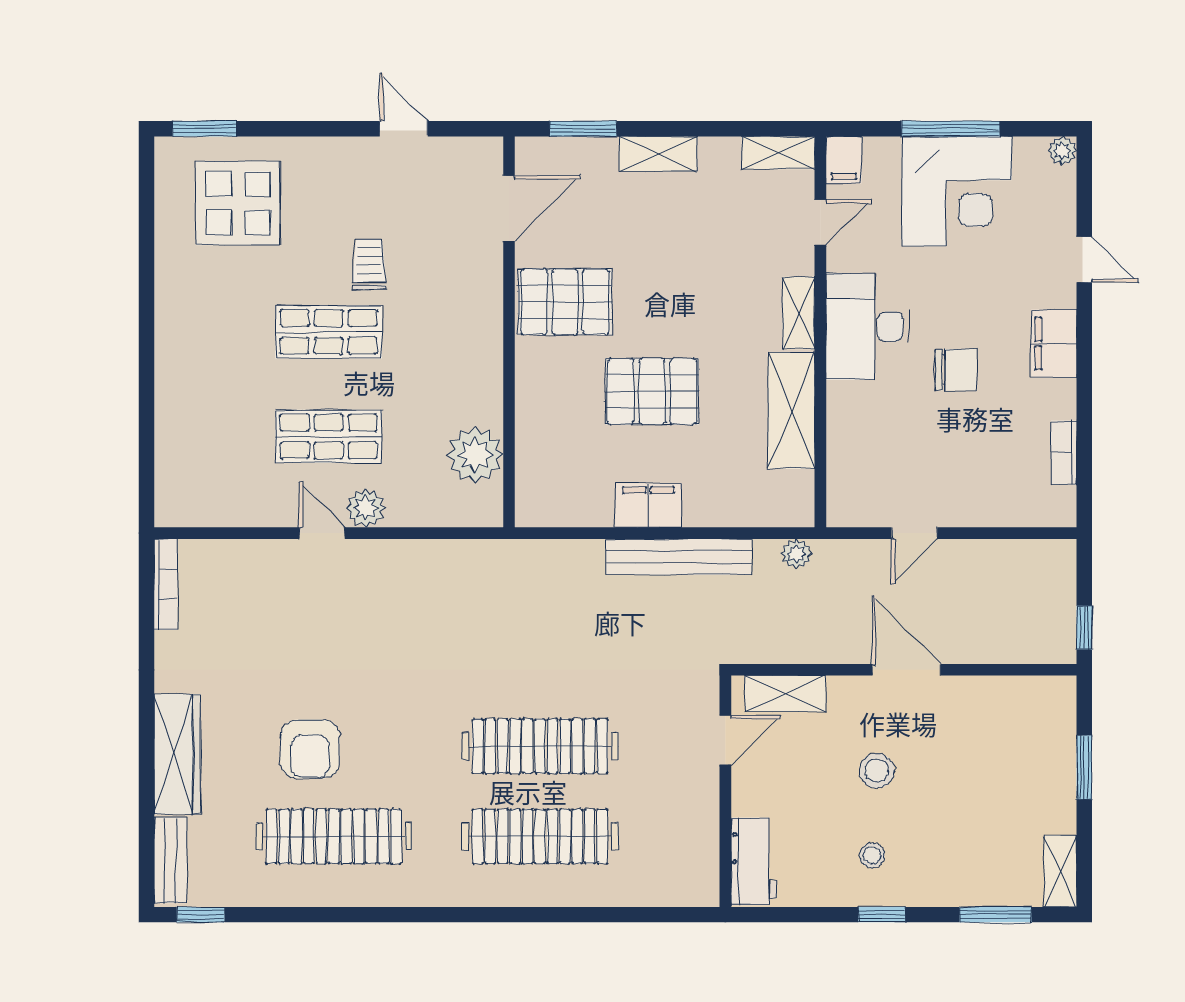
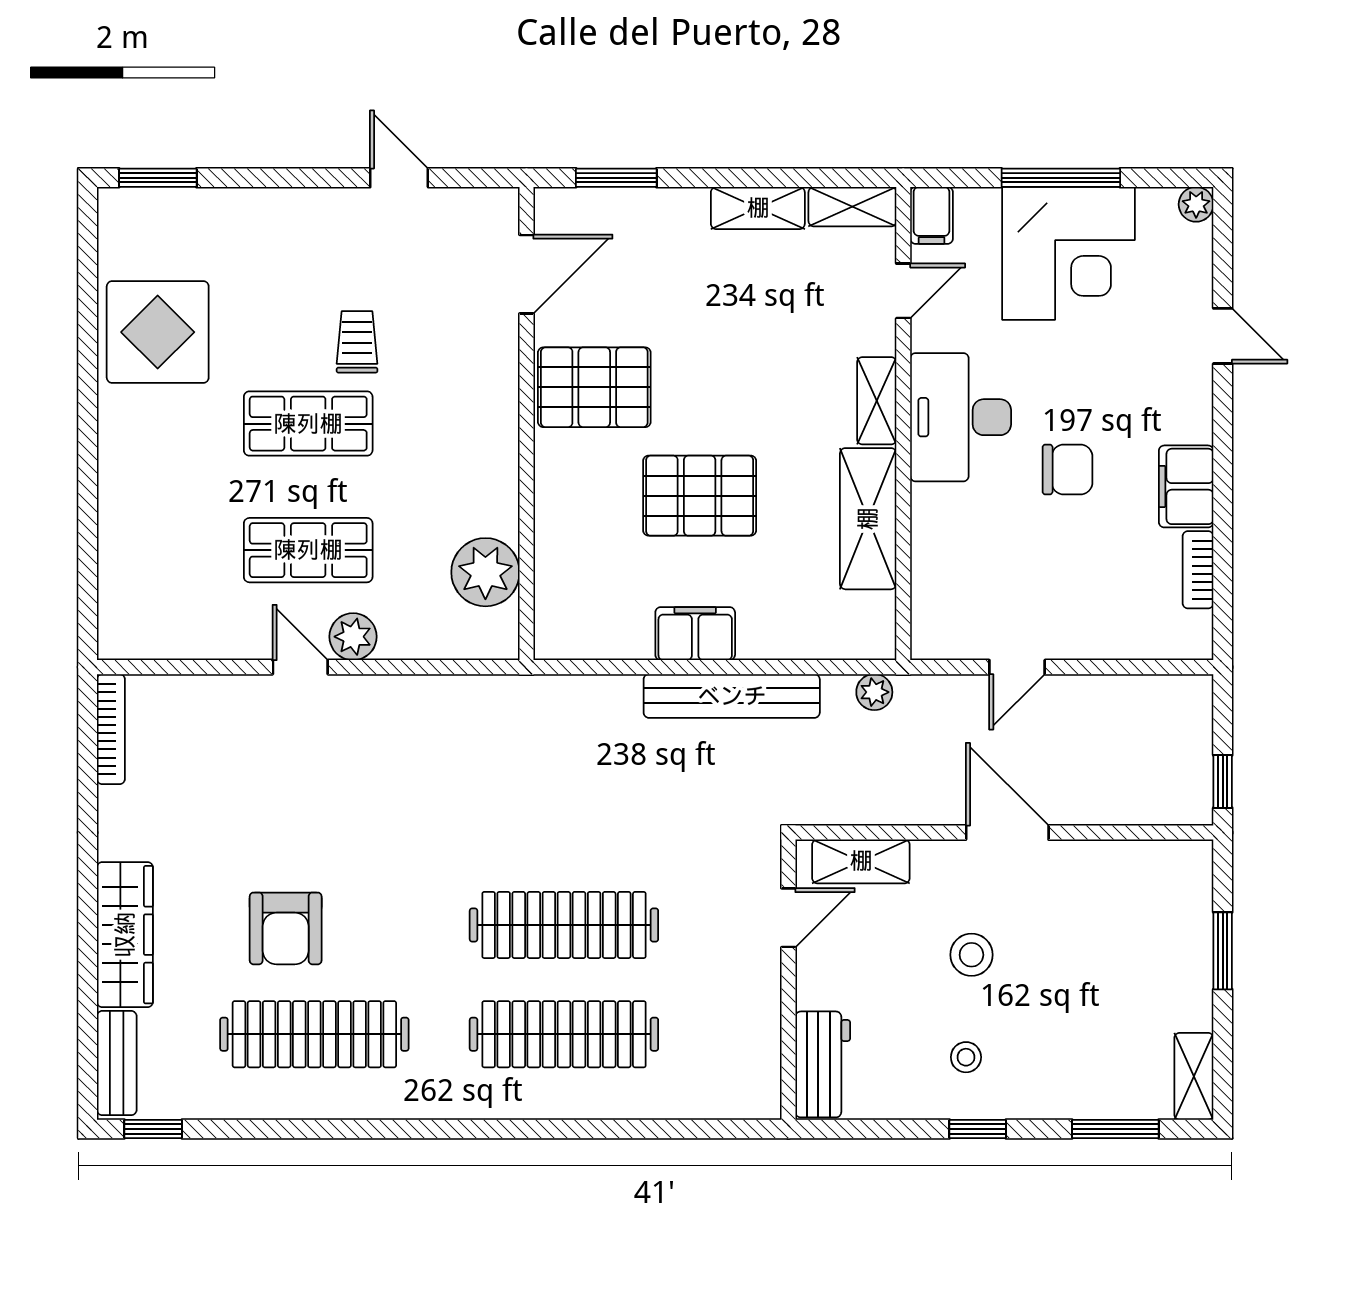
shelving: (658, 154) -> (758, 208), moved
display table: (238, 203) -> (158, 332), moved
filing cabinet: (1054, 344) -> (1186, 486), moved

